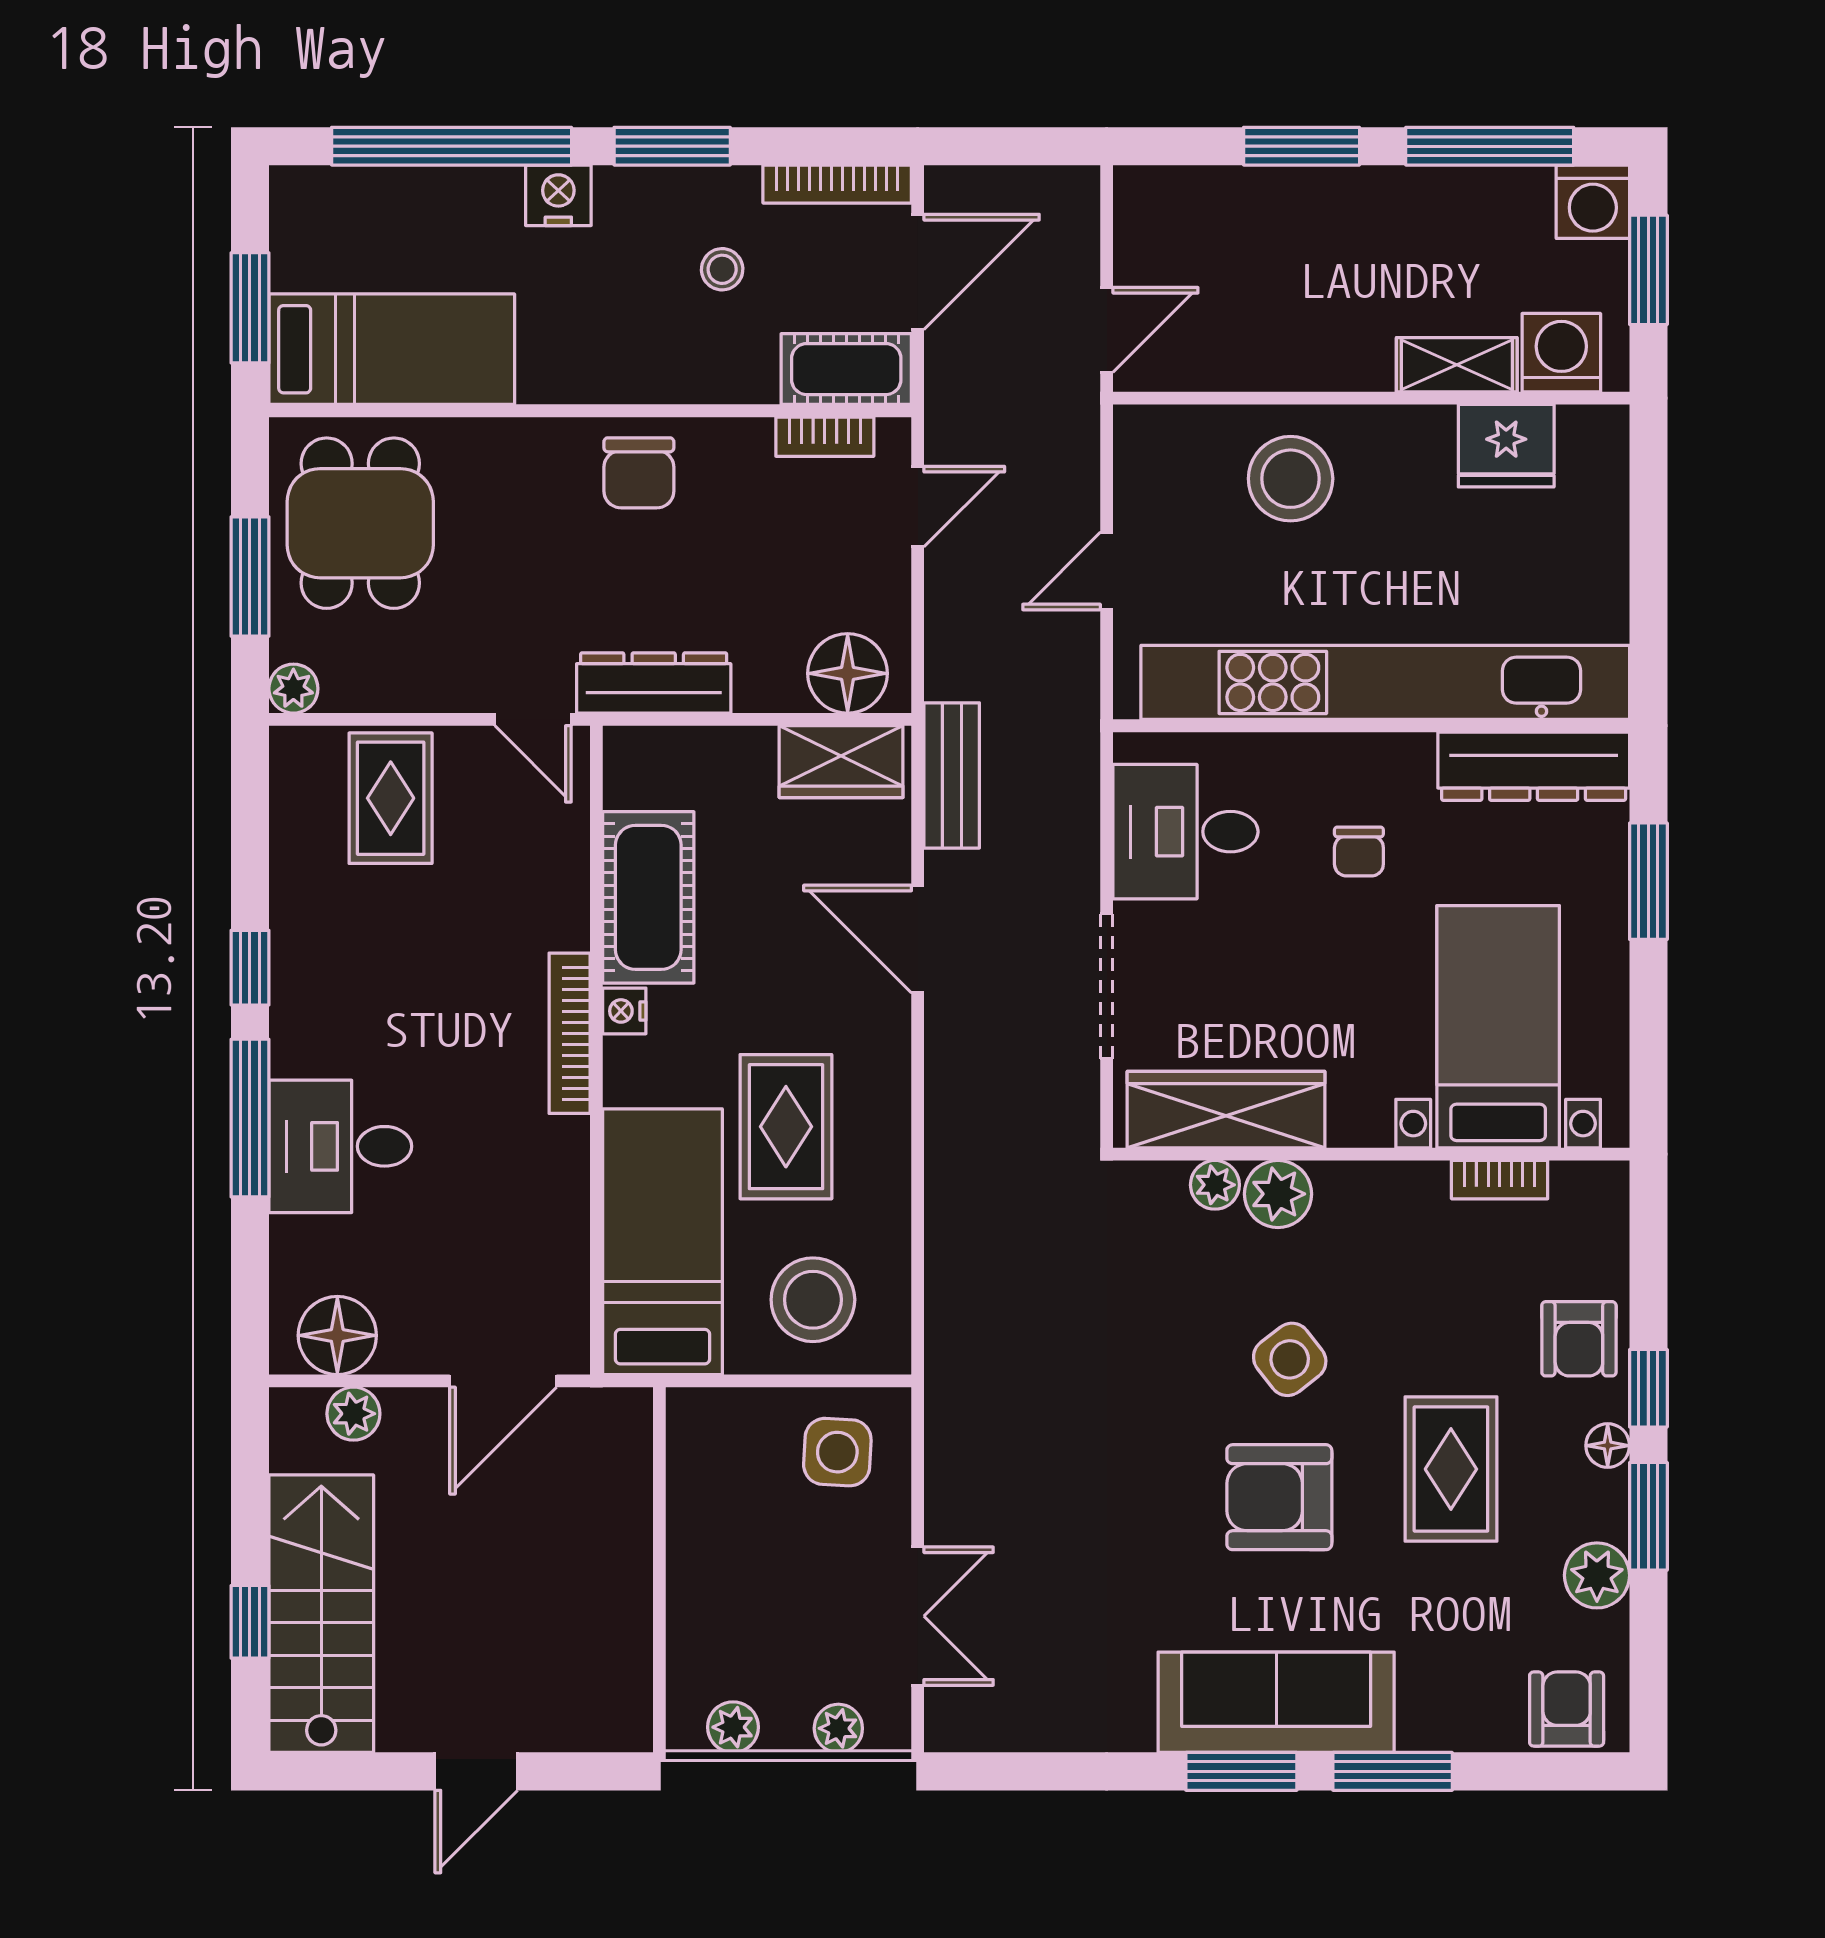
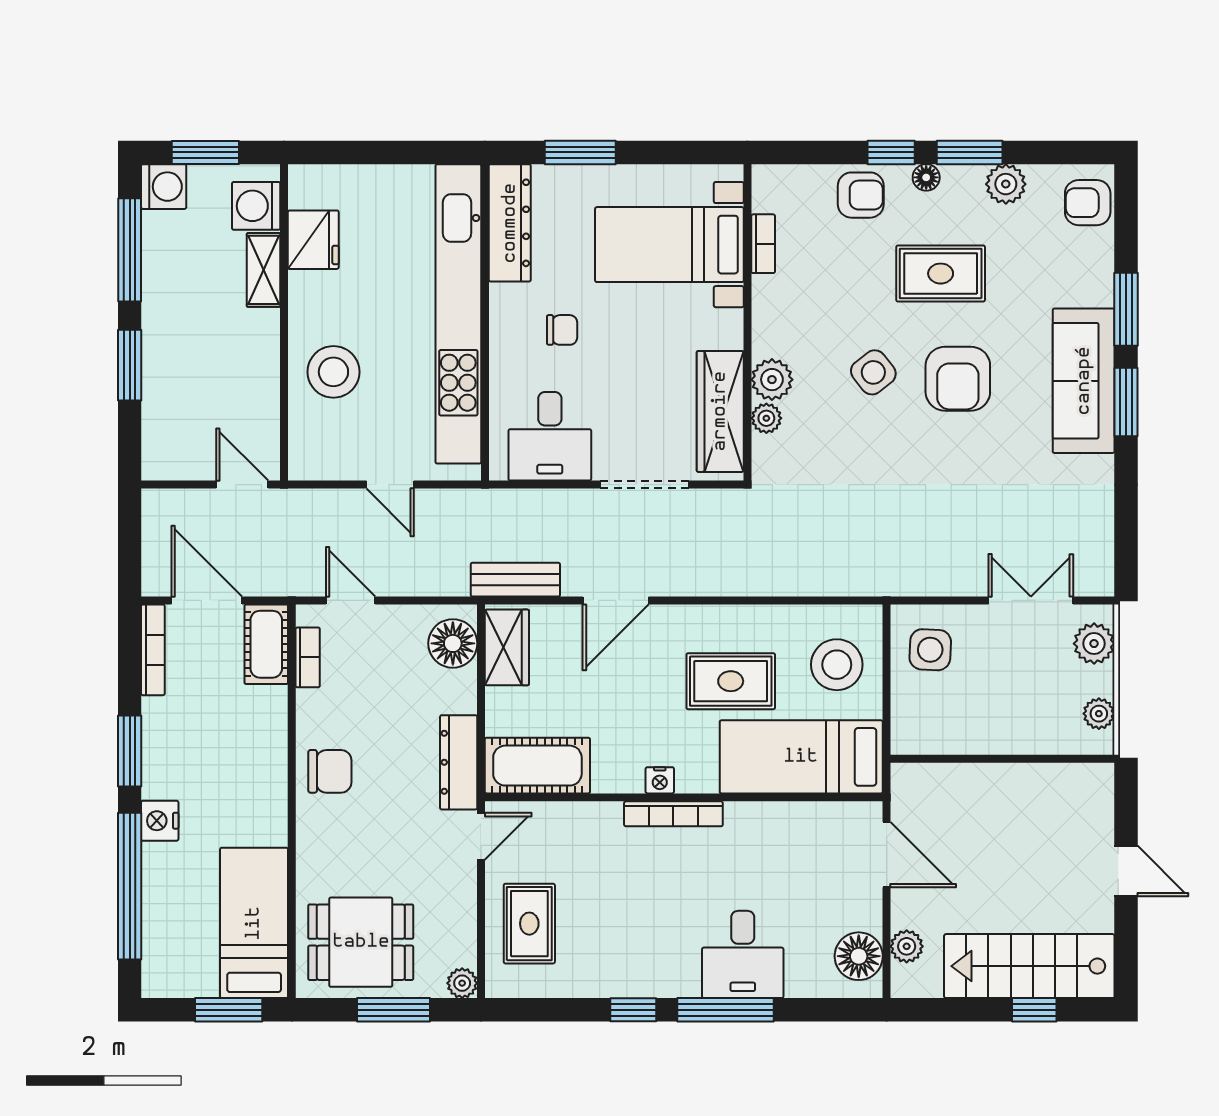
stool: (722, 269) -> (205, 720), removed
rug: (391, 798) -> (529, 924), turned 90
cot: (648, 897) -> (537, 766), moved
plant: (838, 1728) -> (1094, 644), width x1.38, depth x1.38

